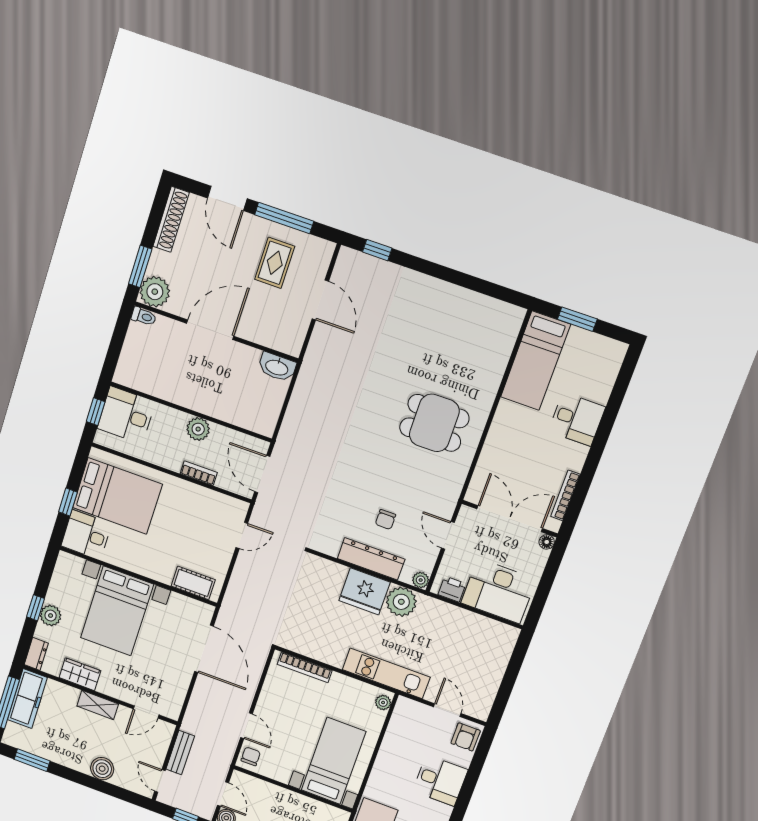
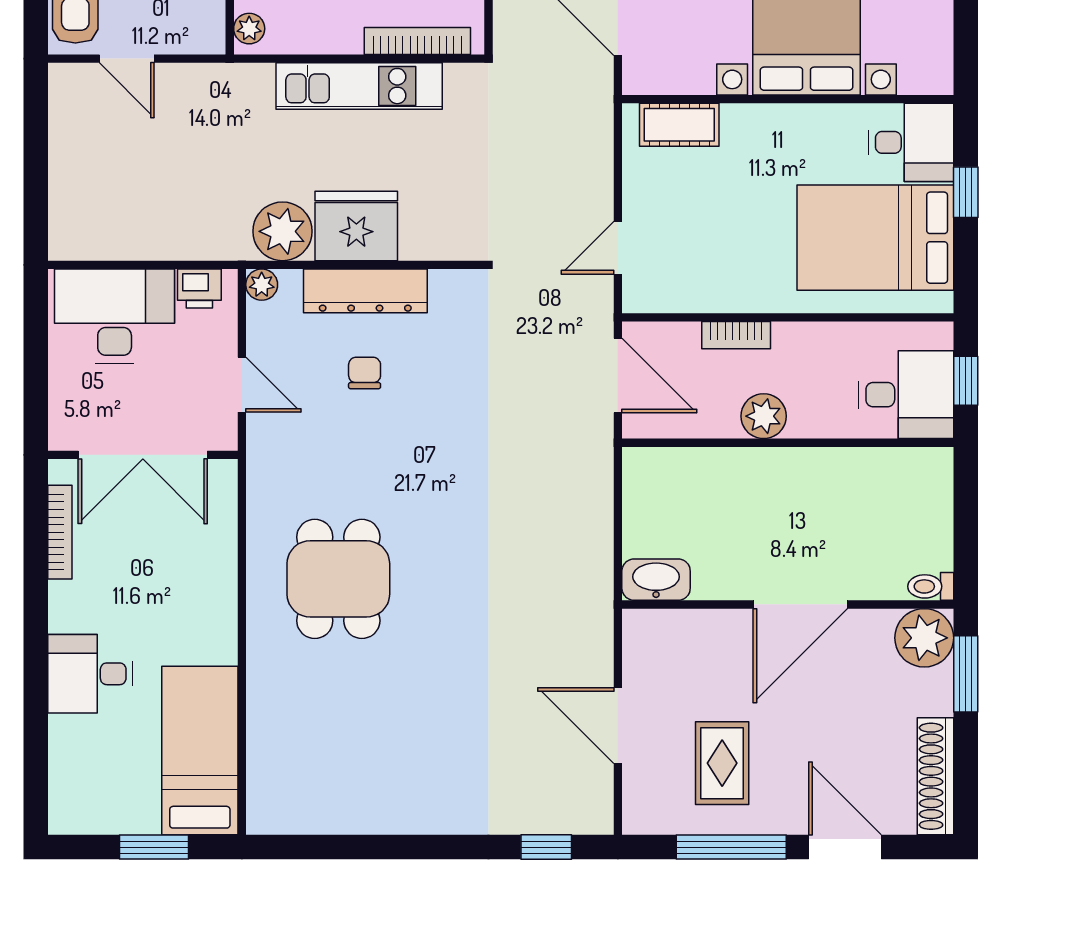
dining table: (434, 423) -> (338, 579), turned 90
floor lamp: (547, 542) -> (62, 437), removed
kitchen unit: (386, 673) -> (359, 86), moved

